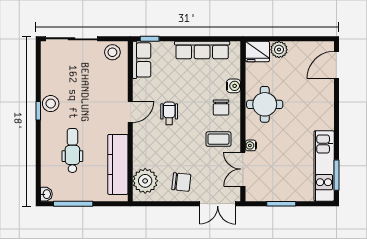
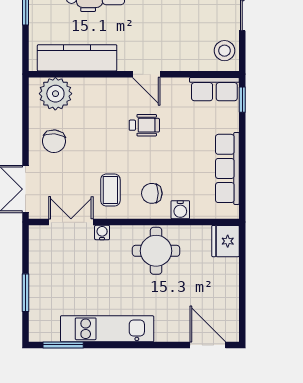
plant: (279, 50) -> (228, 270), removed
kitchen unit: (324, 166) -> (107, 329), moved
window: (281, 204) -> (26, 293), moved

